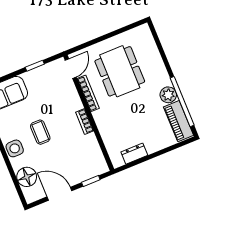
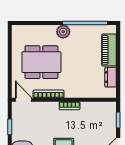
plant: (168, 95) -> (63, 32), moved
piano: (178, 121) -> (109, 50), moved, turned 90

